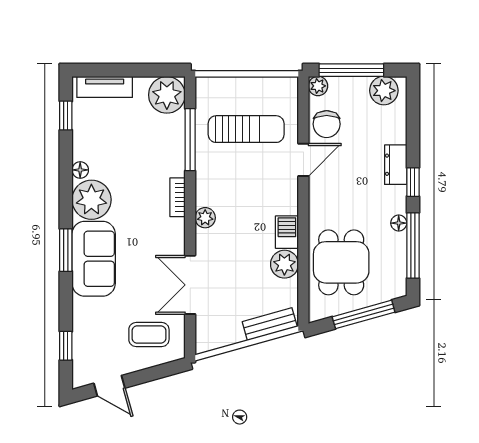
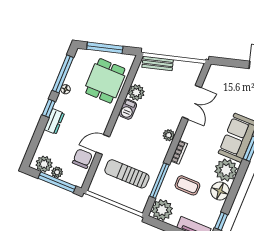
plant: (318, 86) -> (57, 172), moved
floor lamp: (80, 170) -> (220, 191), width x1.89, depth x1.89
coffee table: (149, 335) -> (187, 185), moved

